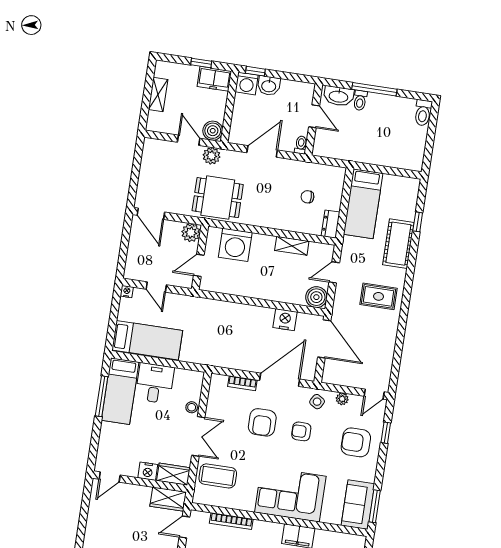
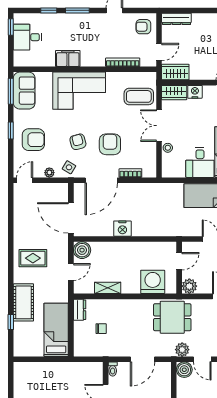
nightstand: (285, 320) -> (122, 229), moved
armchair: (301, 431) -> (78, 142), turned -105
window: (386, 433) -> (11, 130), moved

